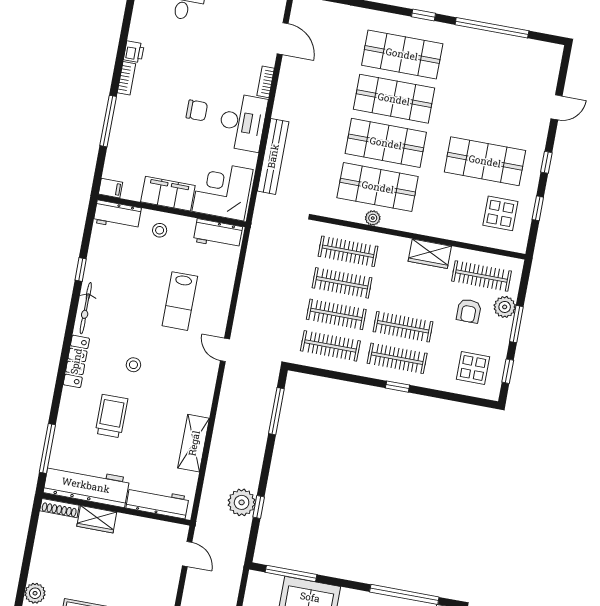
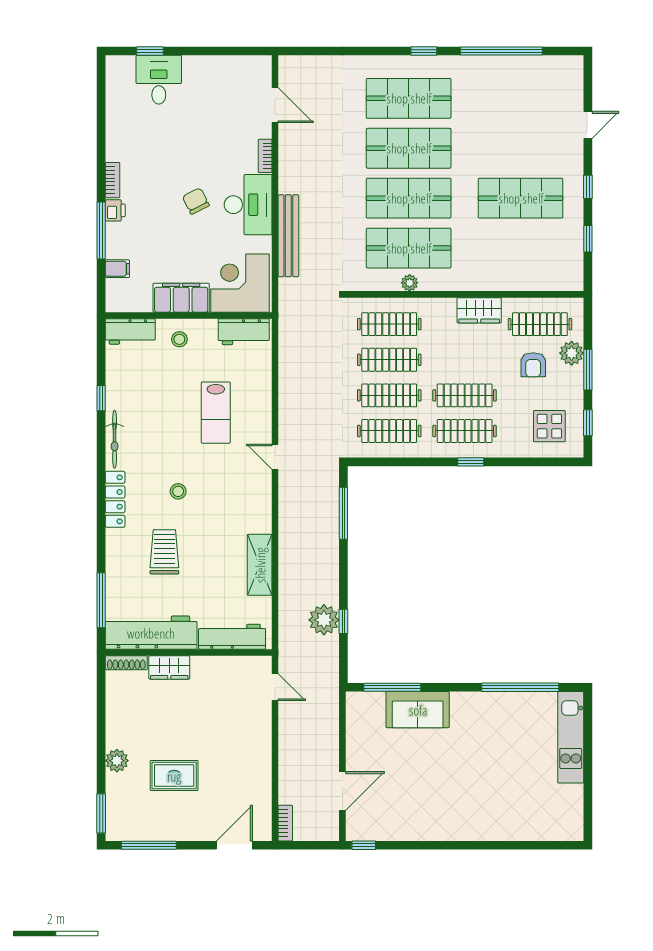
printer: (134, 52) -> (115, 210), moved
chair: (197, 110) -> (196, 201), turned -117
filing cabinet: (111, 188) -> (117, 269), moved
display table: (500, 213) -> (548, 252), removed

